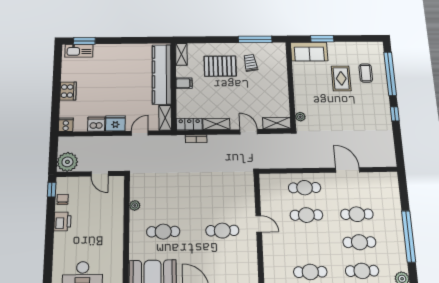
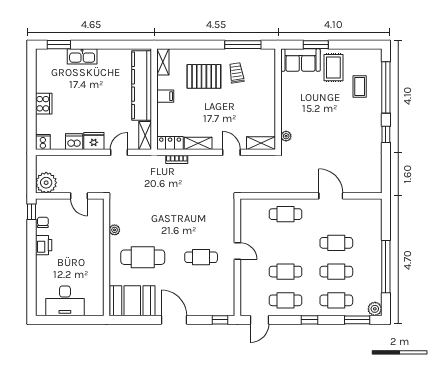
kitchen sink: (79, 51) -> (82, 56), moved
rug: (341, 78) -> (333, 68), moved
cafe table: (306, 215) -> (286, 272), moved
cafe table: (163, 232) -> (143, 257), width x1.37, depth x1.35

